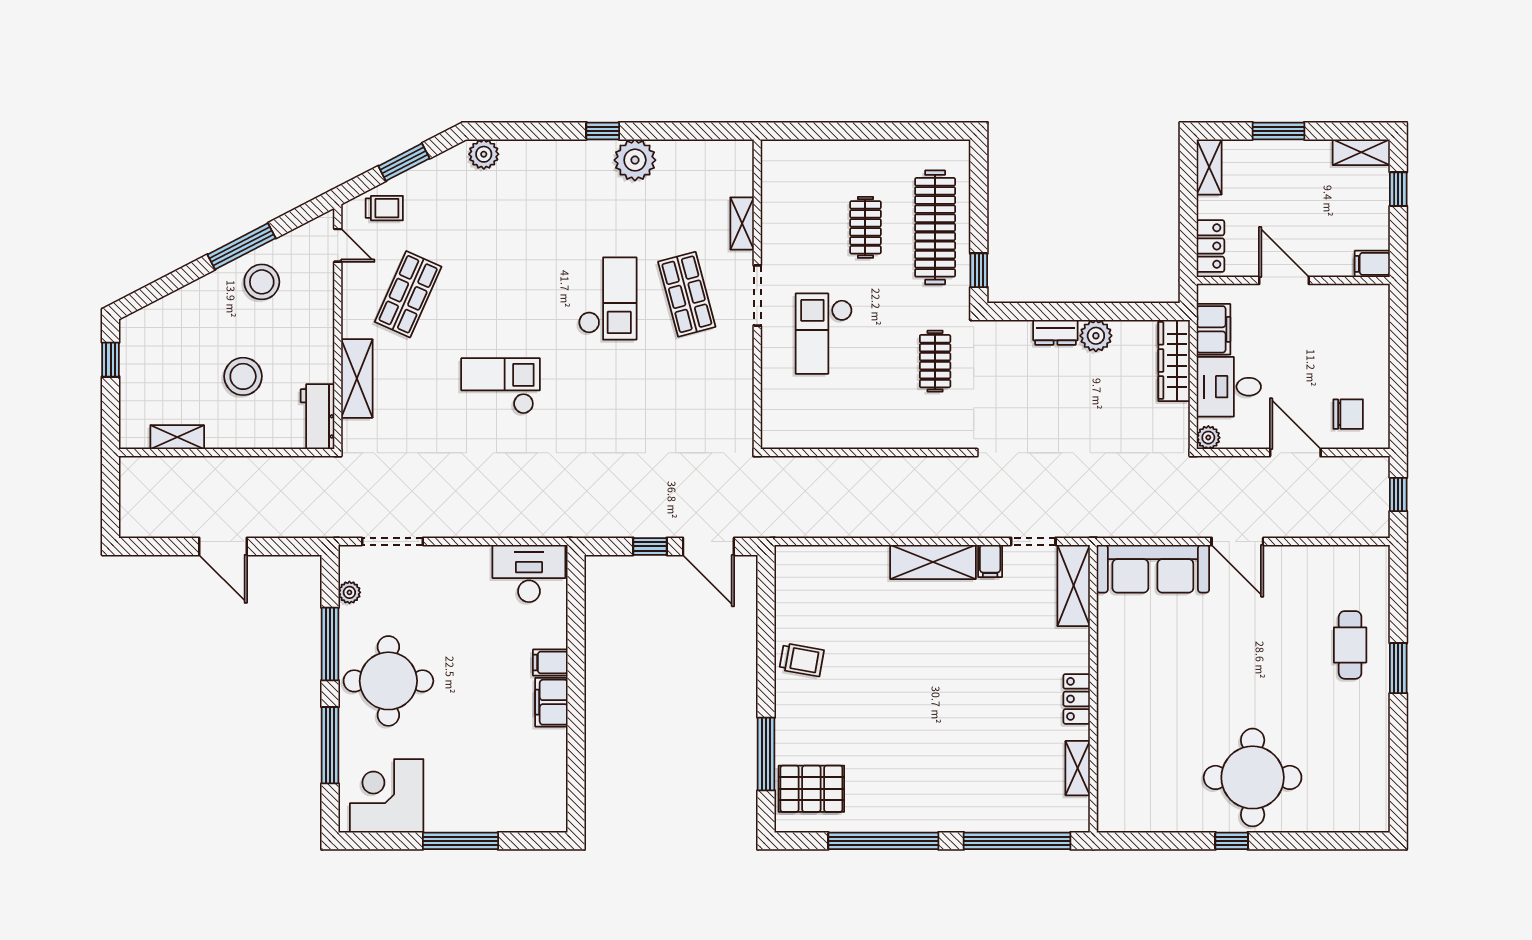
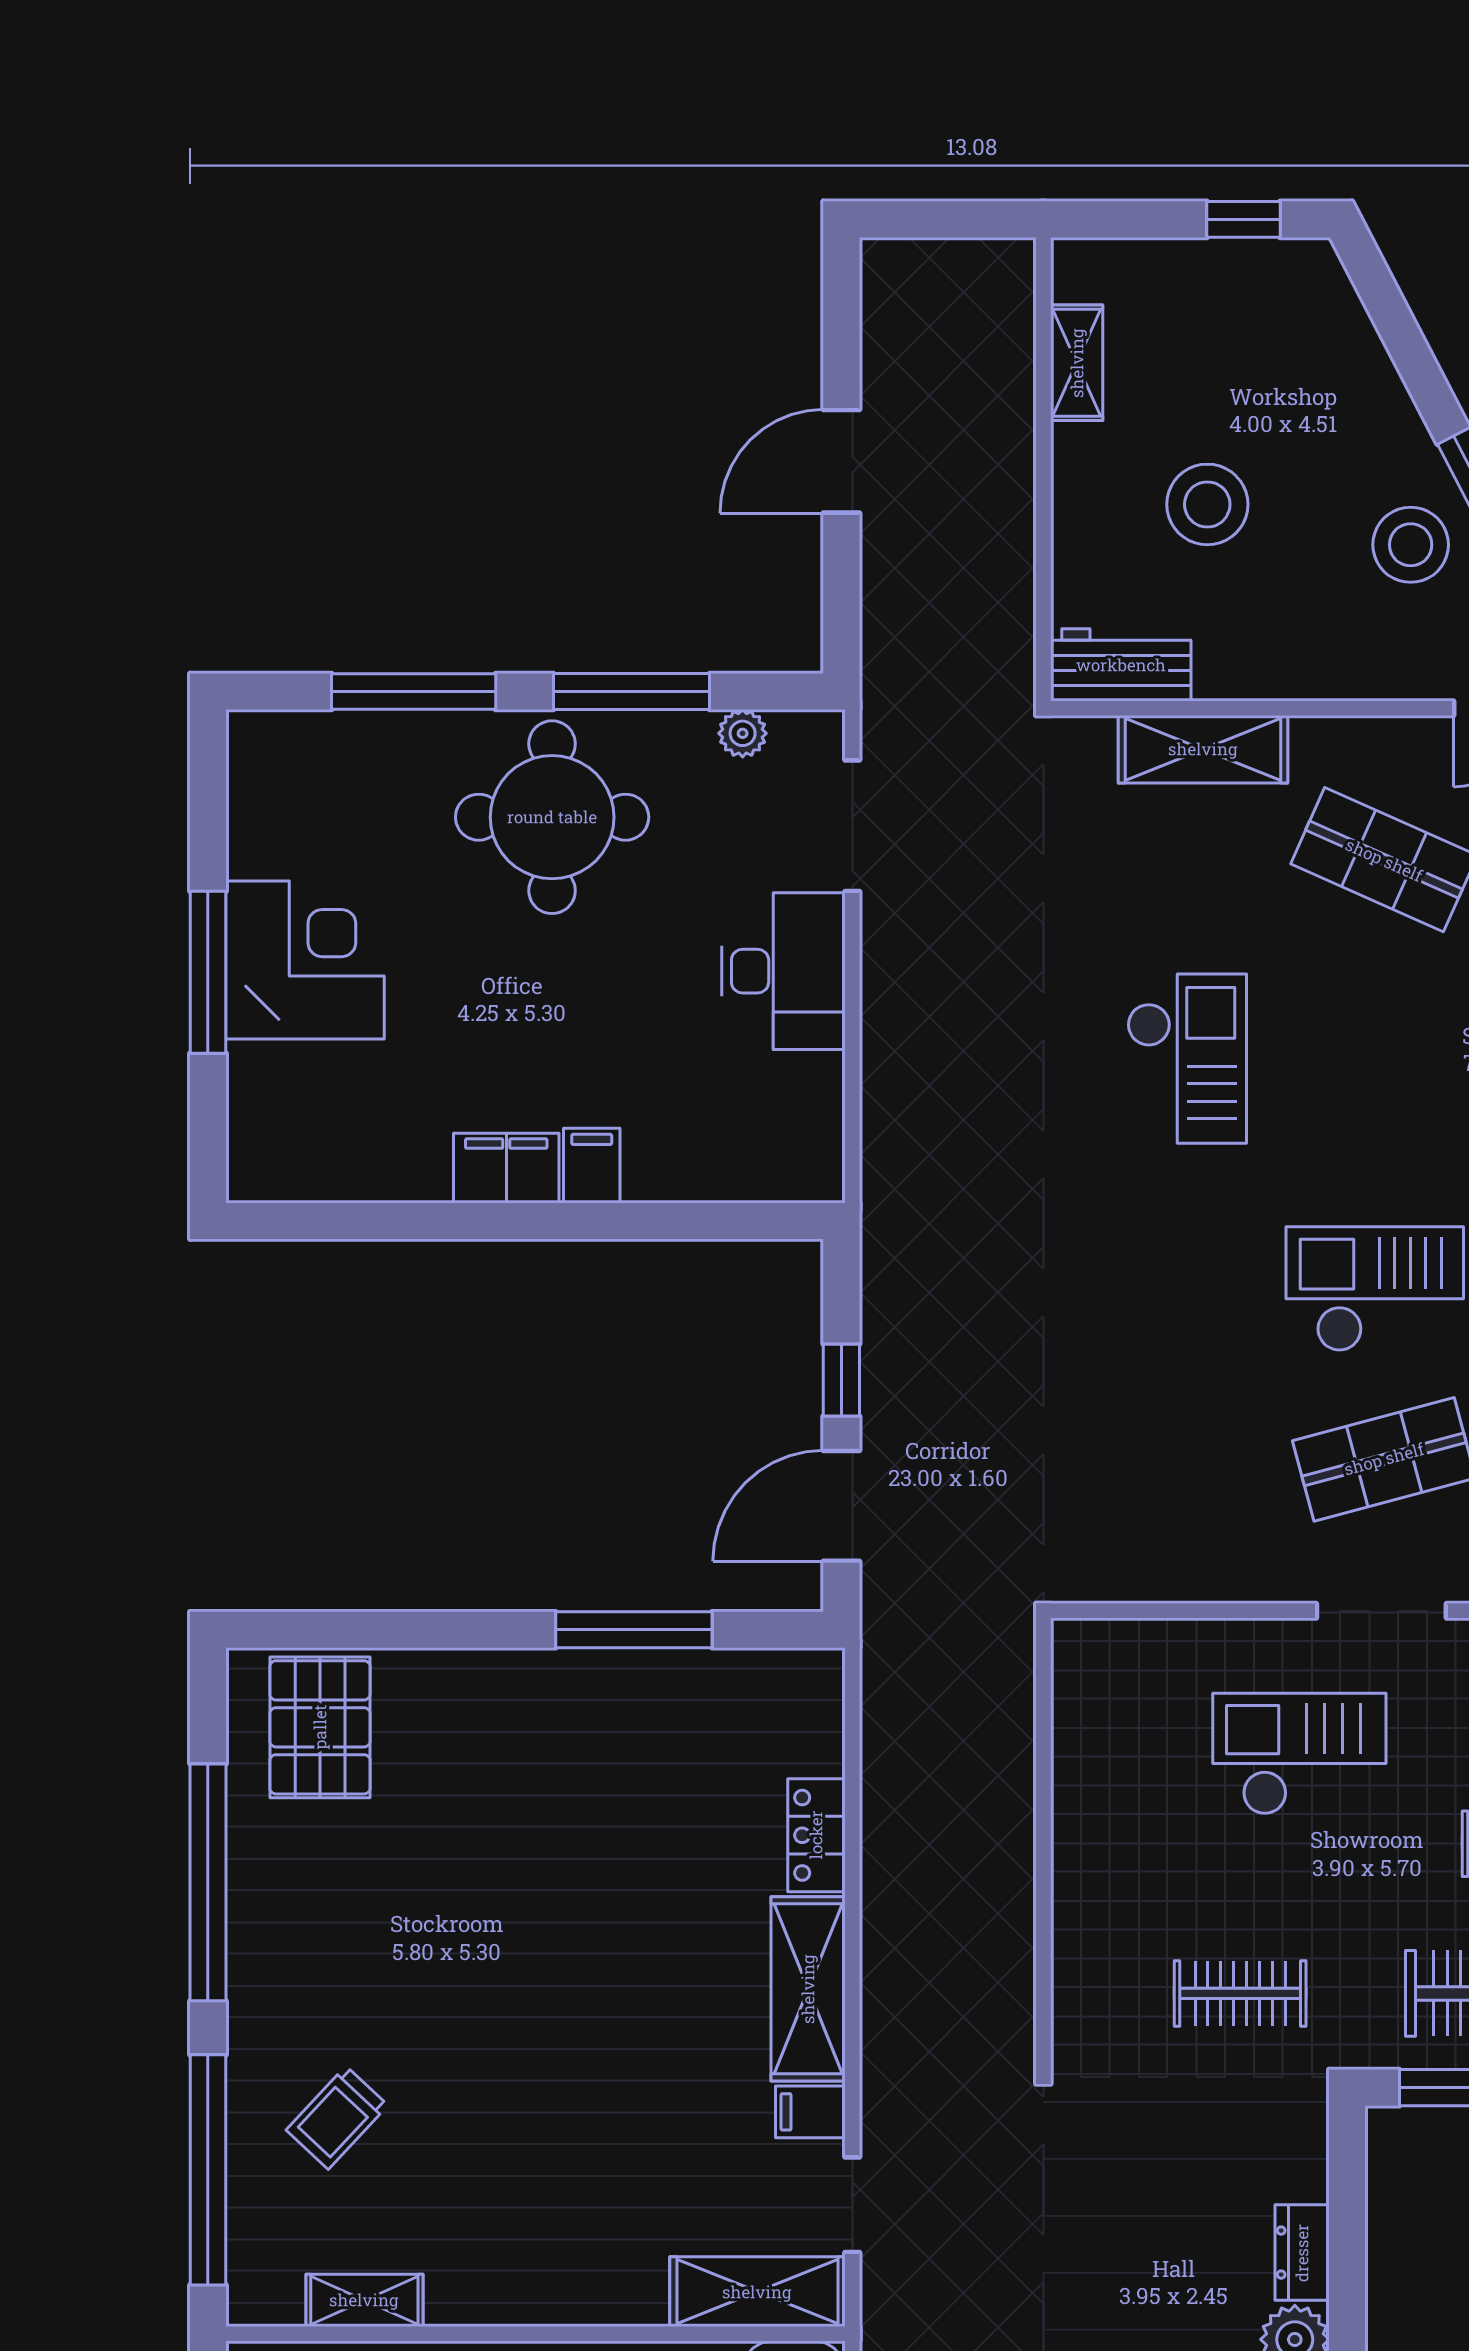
checkout: (608, 299) -> (1375, 1289), turned 180
desk: (529, 573) -> (783, 971), moved
trolley: (802, 660) -> (337, 2118), moved, turned 33
locker: (1077, 699) -> (816, 1835), moved, turned -90
window: (766, 754) -> (634, 1630), moved
corner desk: (387, 796) -> (305, 960), moved

